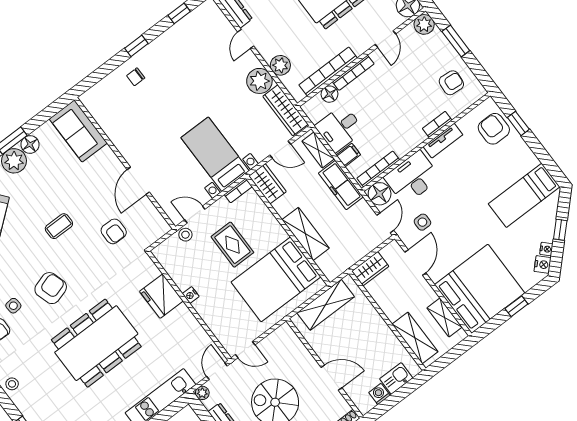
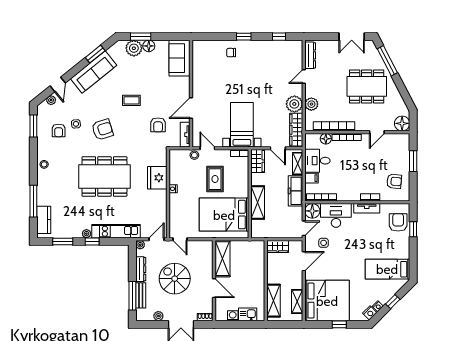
plant: (424, 24) -> (403, 140), removed
tv unit: (155, 218) -> (185, 135), added
shelving: (326, 305) -> (223, 259), moved, turned 90

